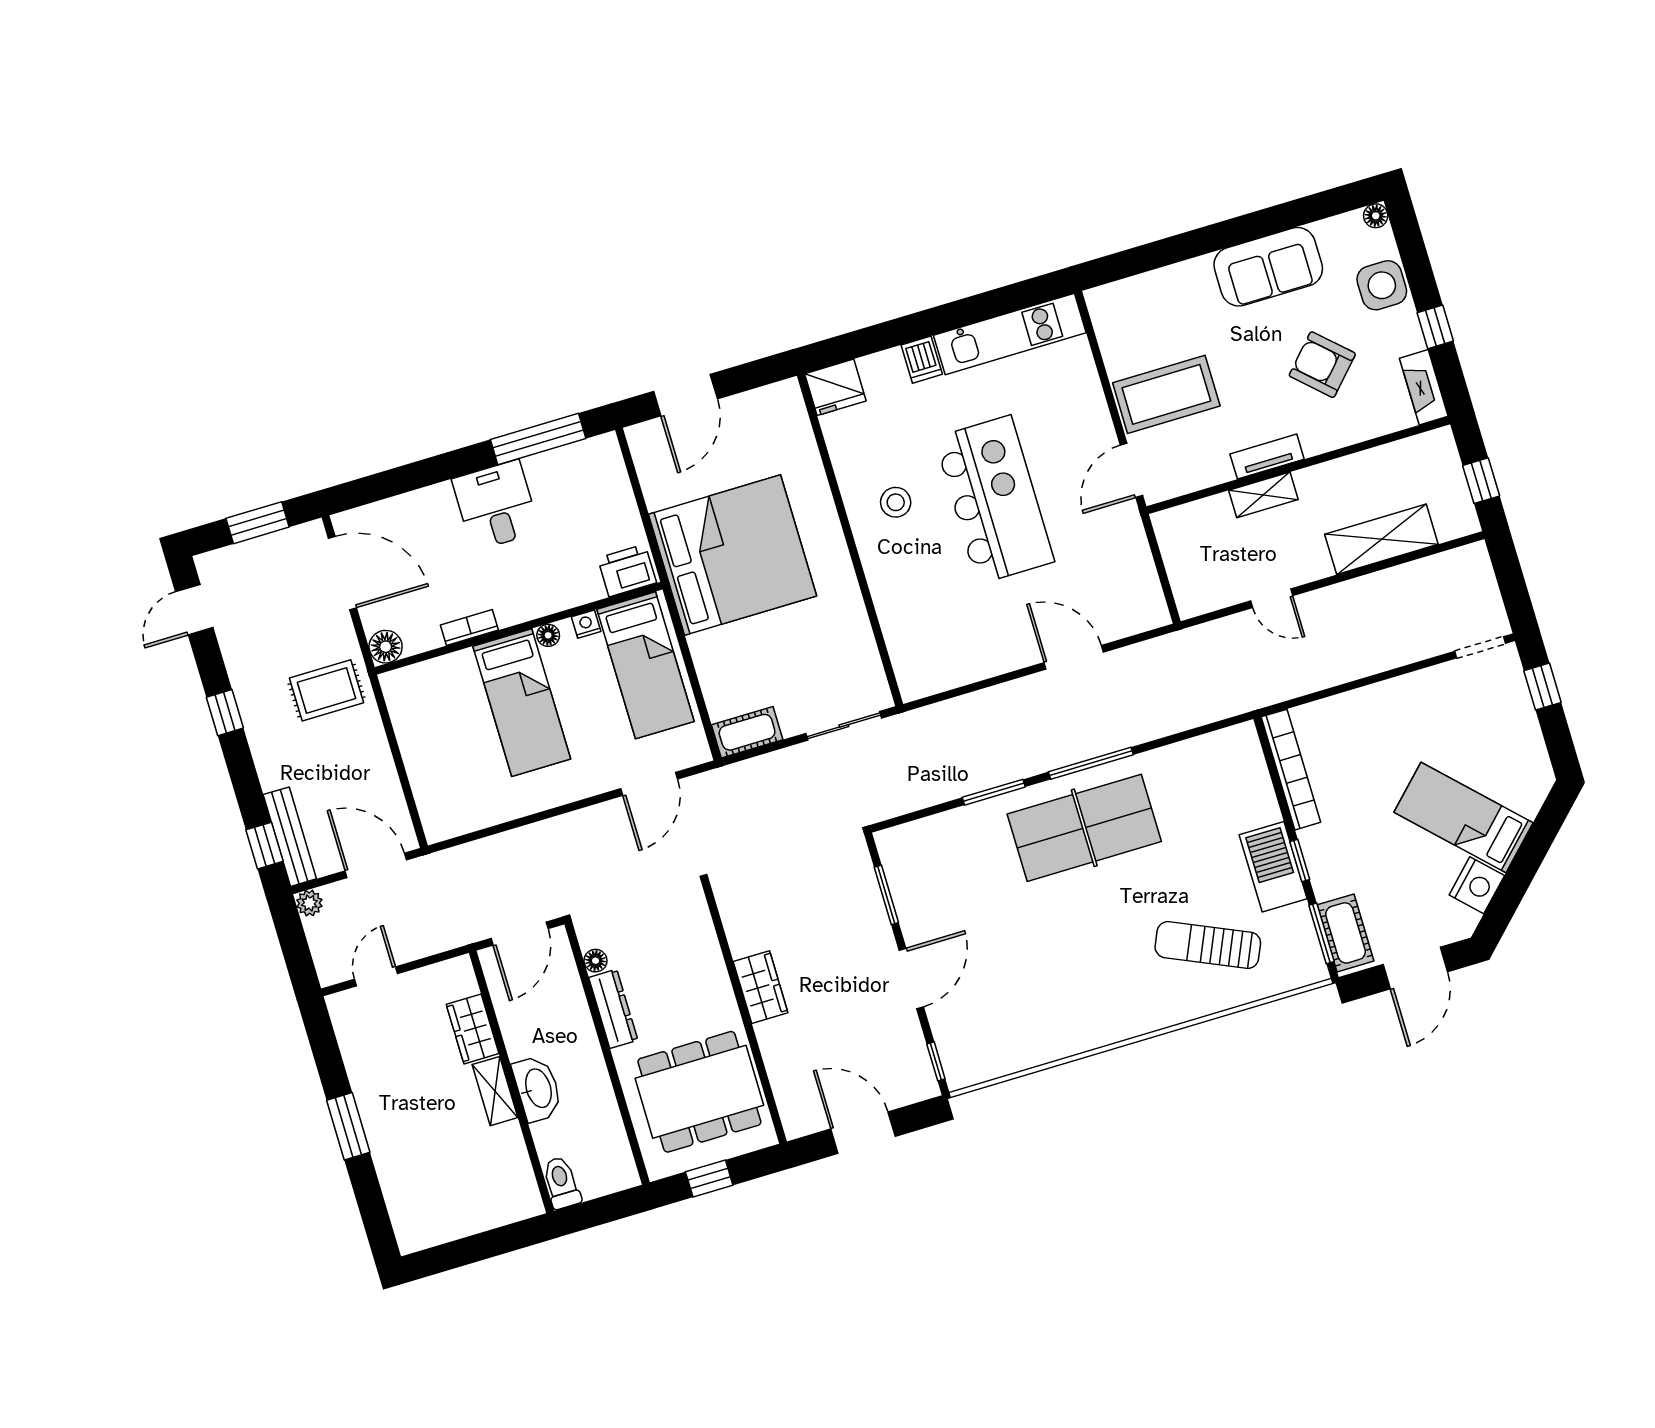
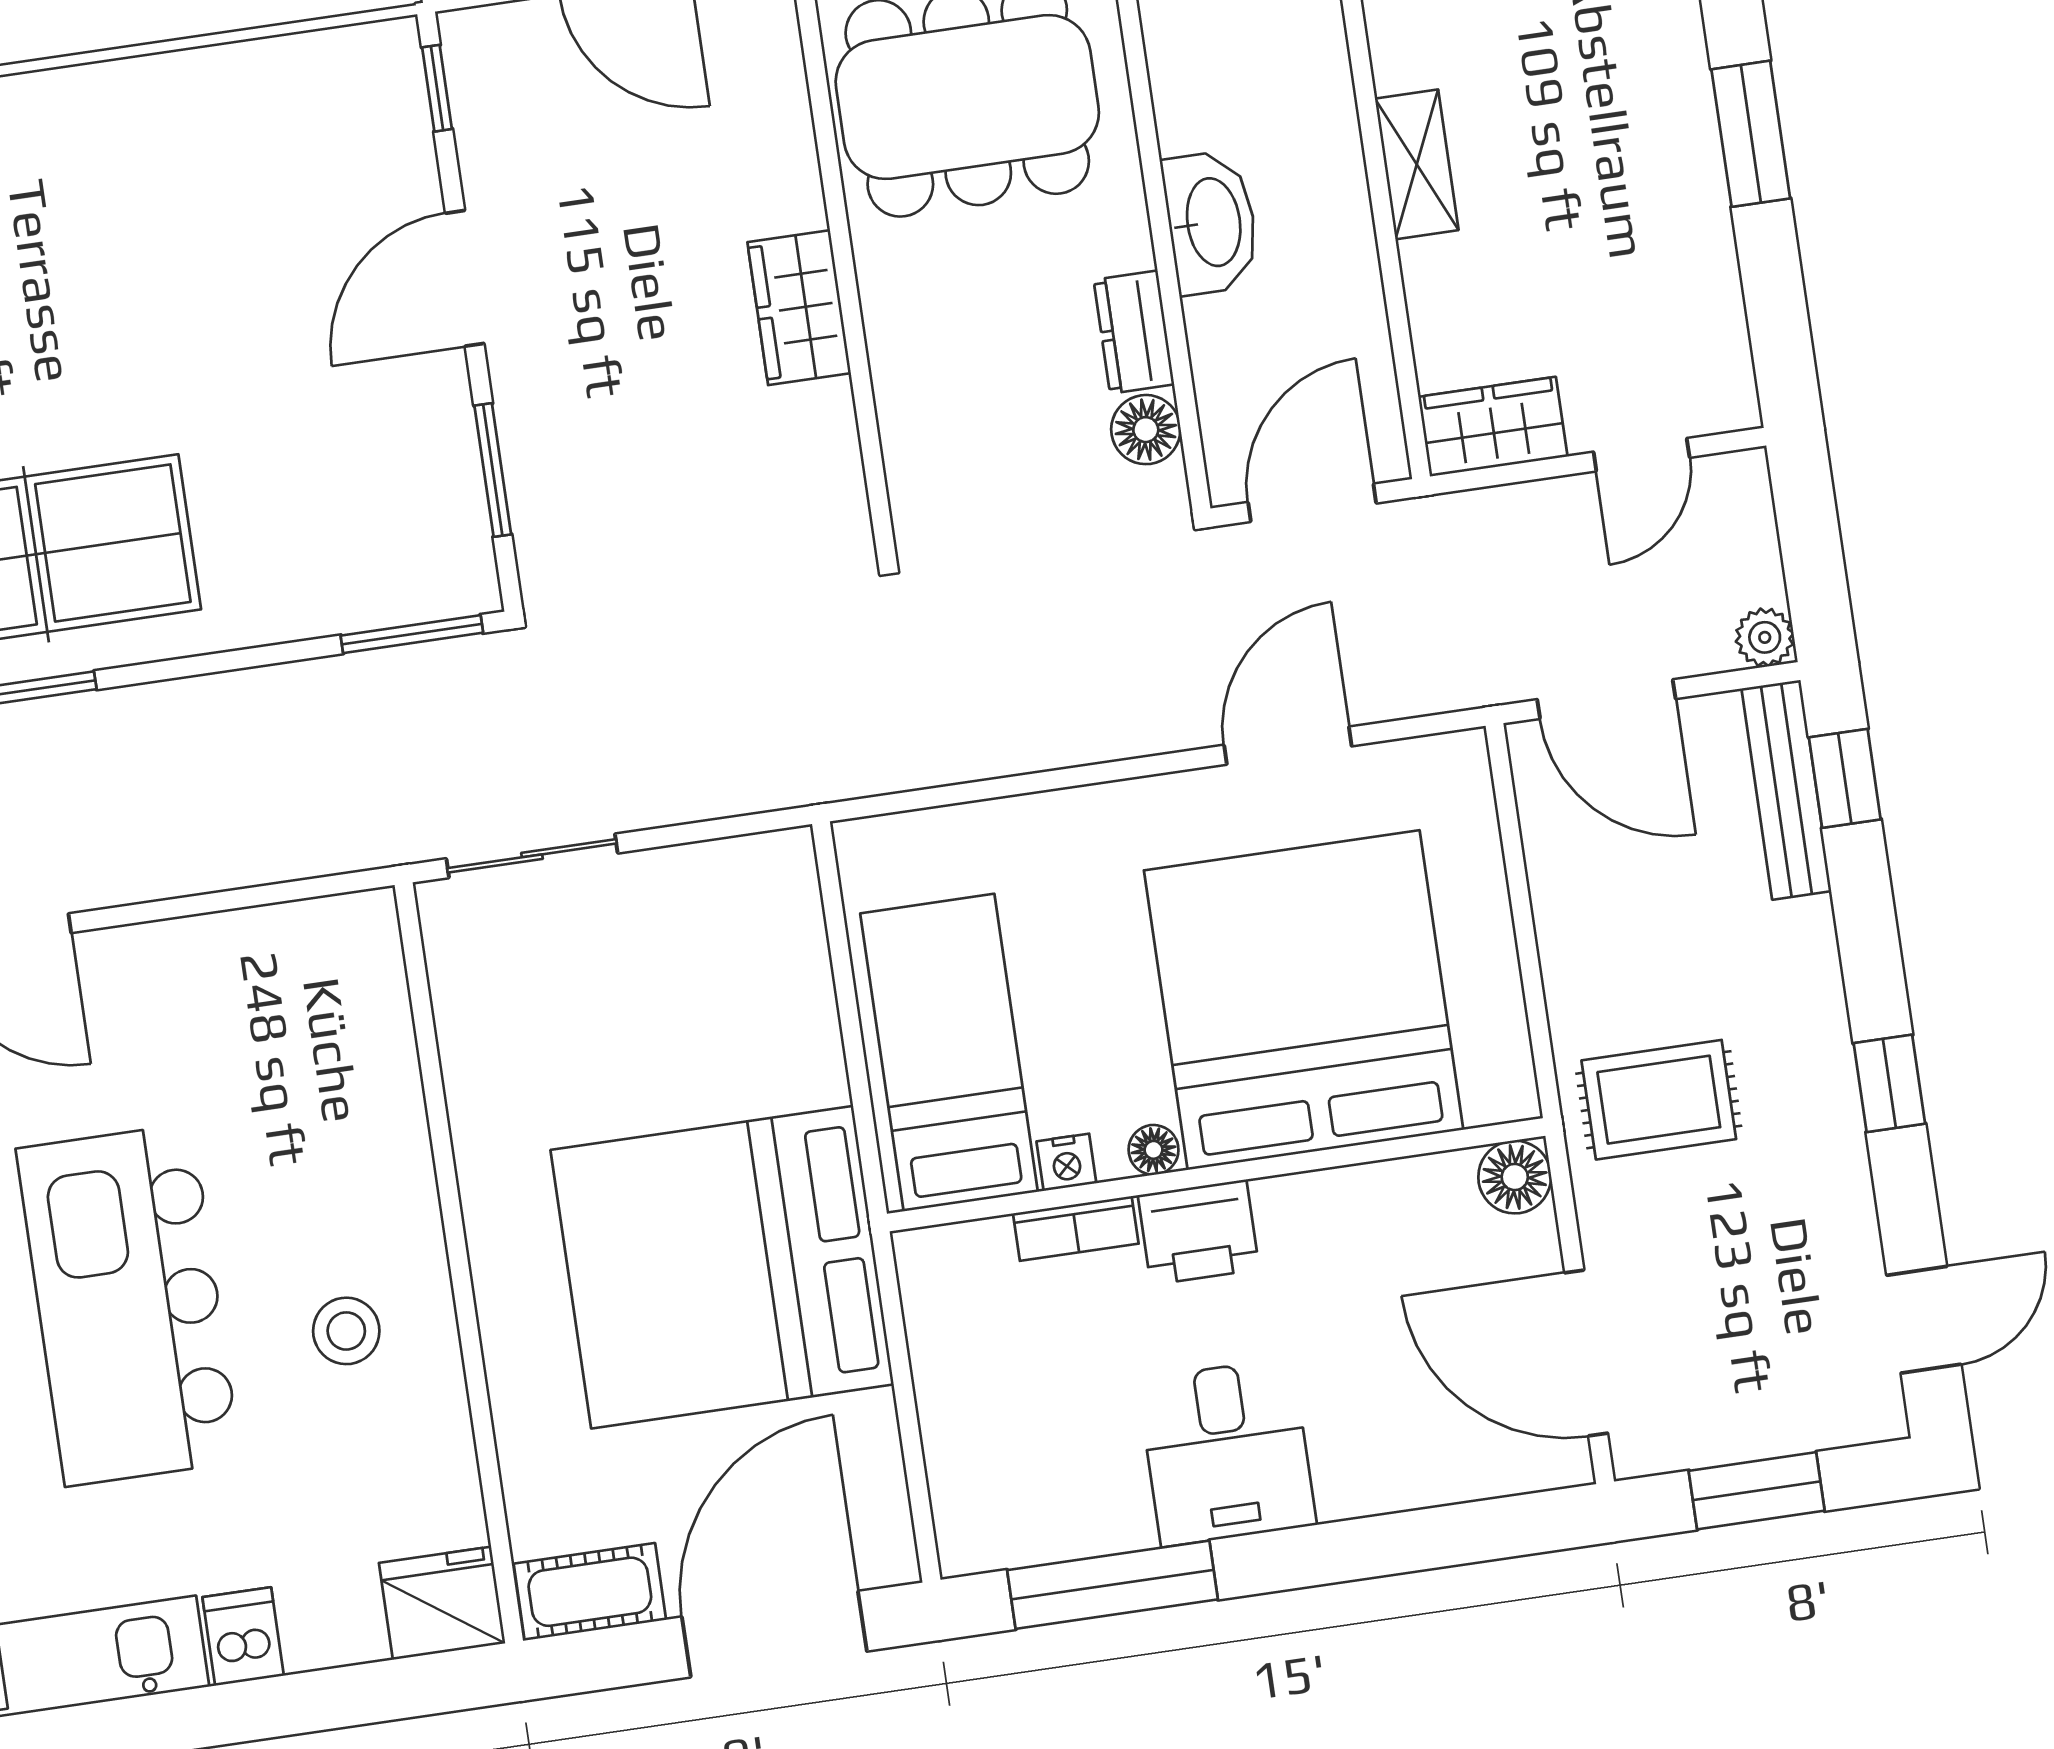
door: (685, 395) -> (774, 1634), width x1.36
printer: (627, 570) -> (1199, 1232), moved
bookcase: (469, 628) -> (1076, 1229), moved
bed: (522, 703) -> (1304, 1000), width x2.04
cot: (747, 732) -> (590, 1592), moved
door: (649, 784) -> (1288, 746), moved
window: (994, 792) -> (412, 634), moved
floor lamp: (595, 961) -> (1146, 430), width x1.37, depth x1.37
dresser: (613, 1009) -> (1134, 332), width x0.70
wardrobe: (473, 1029) -> (1493, 427), moved, turned -90
washbasin: (537, 1089) -> (1211, 222), moved, turned 180

